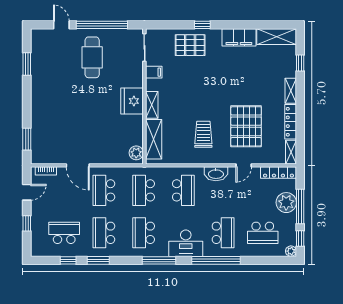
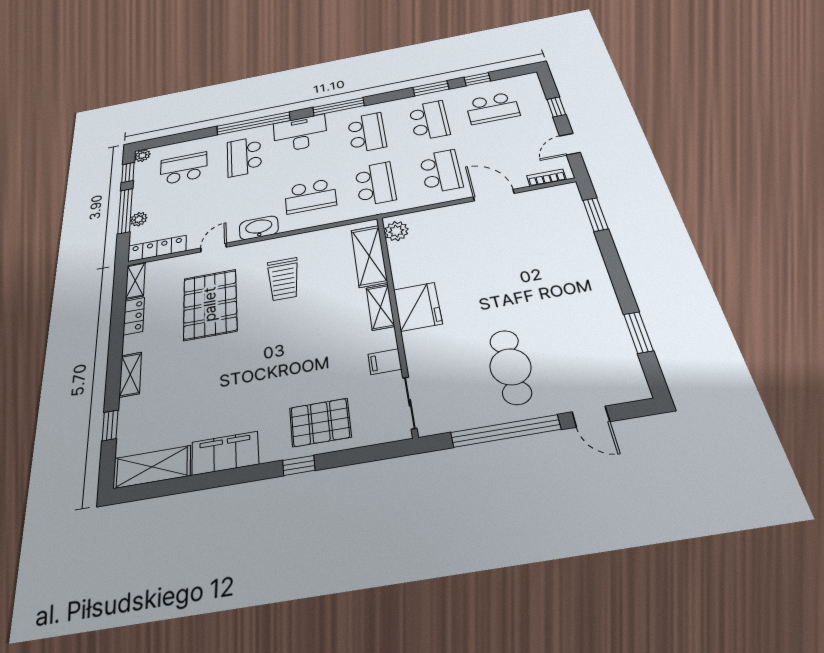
locker: (291, 122) -> (134, 316), width x0.66
school desk: (183, 190) -> (310, 196), turned -90
plant: (286, 203) -> (139, 219), width x0.53, depth x0.53

